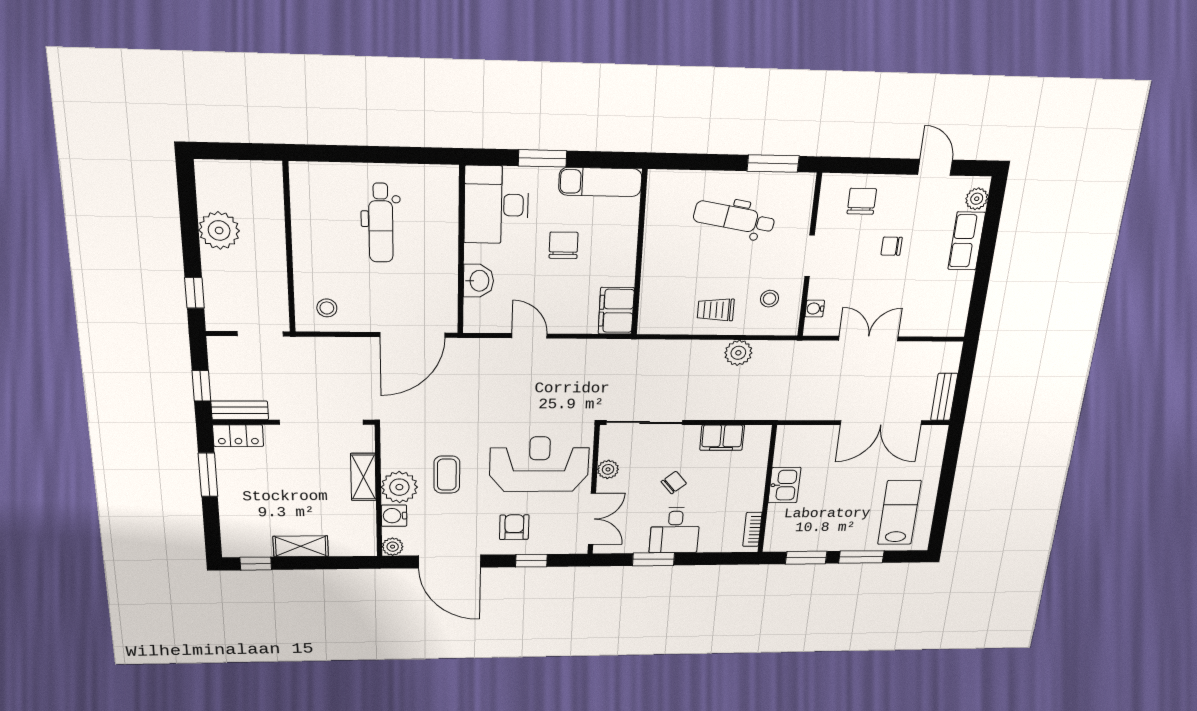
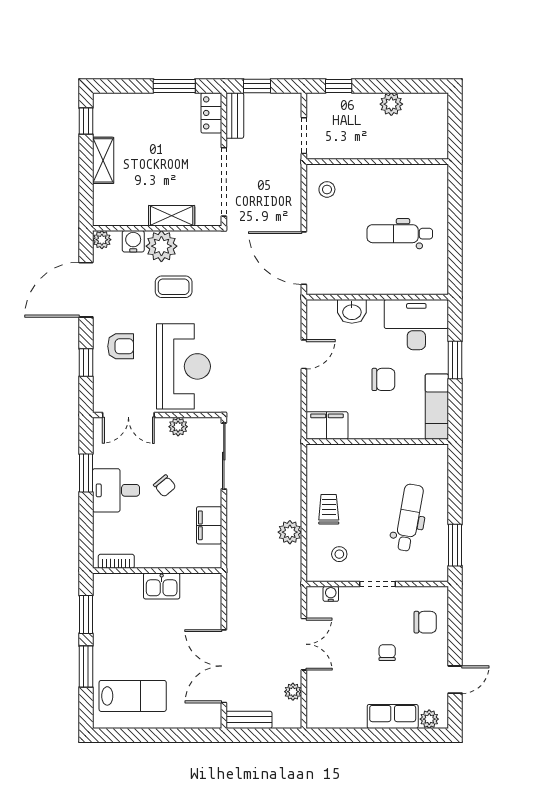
plant: (219, 230) -> (391, 104), width x0.73, depth x0.73
plant: (920, 351) -> (293, 692), added

